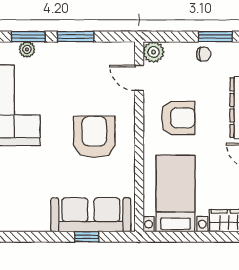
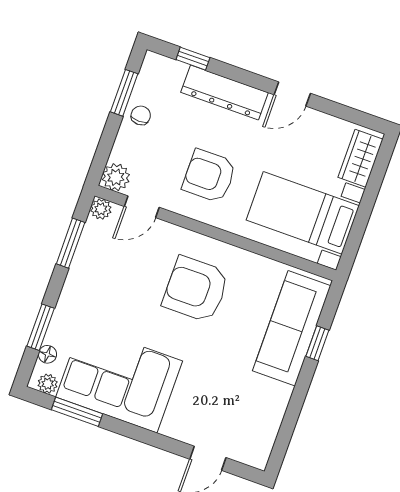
window: (75, 37) -> (71, 243), moved
floor lamp: (11, 48) -> (47, 354), added
plant: (27, 49) -> (101, 209), moved
armchair: (178, 118) -> (209, 176), turned -90

